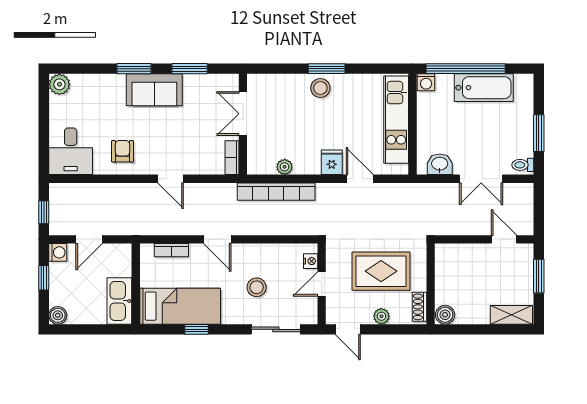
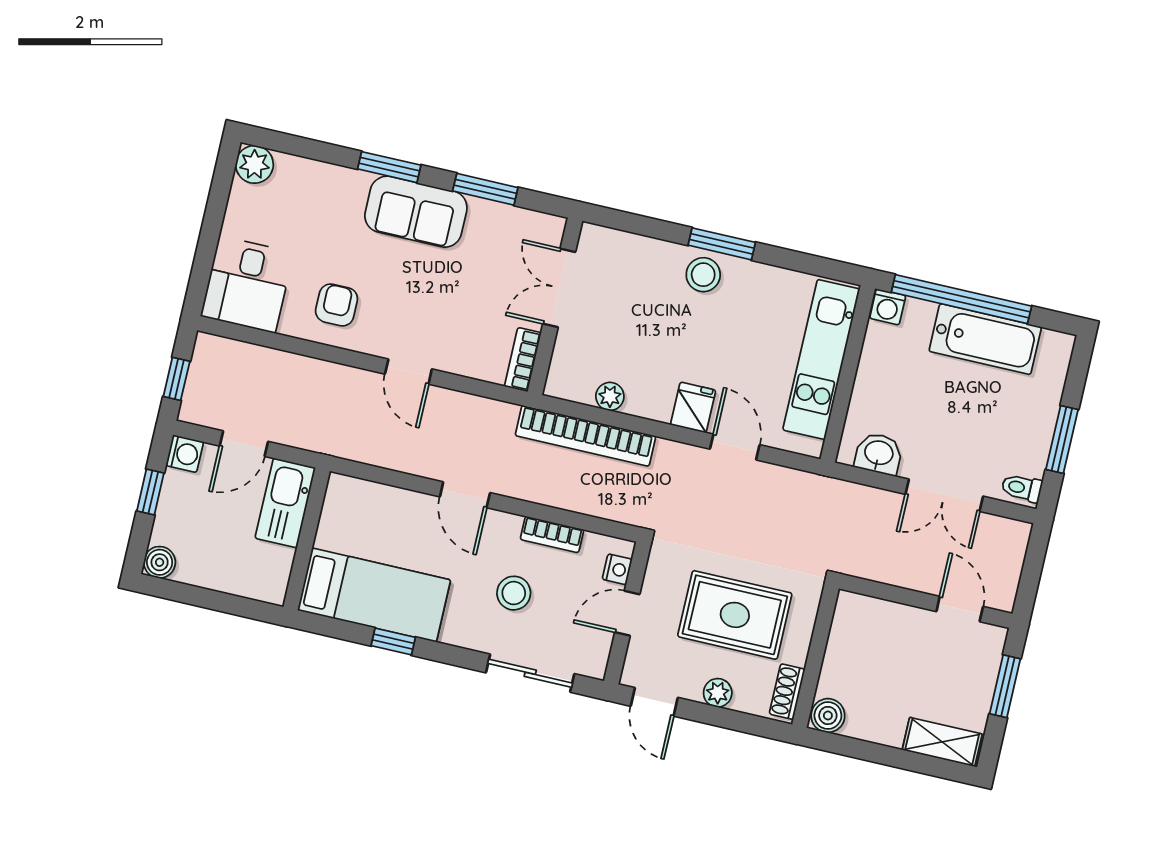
bookcase: (171, 250) -> (552, 535), moved
kitchen sink: (119, 301) -> (285, 503), moved

